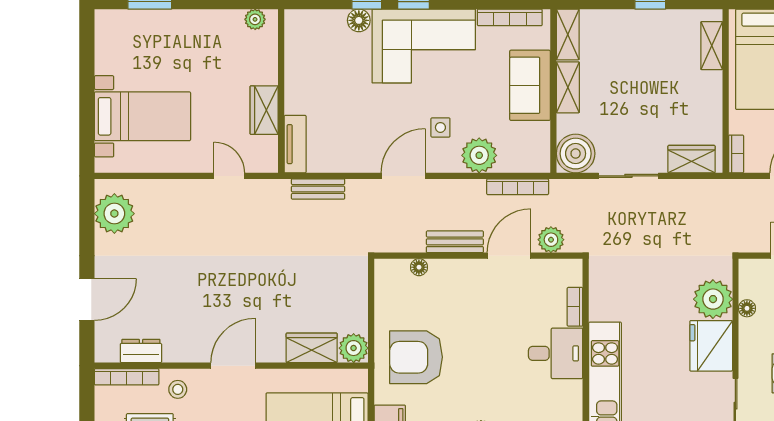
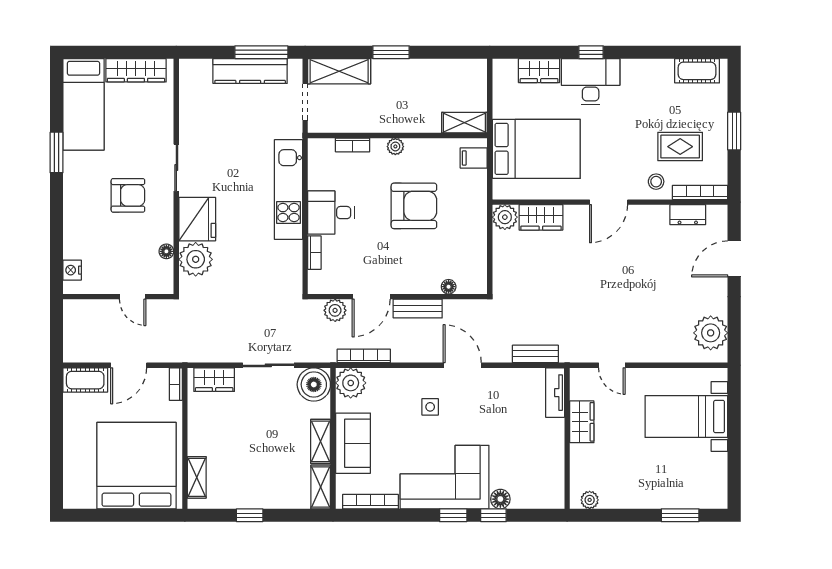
plant: (479, 155) -> (351, 383), moved
door: (403, 176) -> (462, 365), swing flipped
armchair: (416, 357) -> (414, 206), moved

